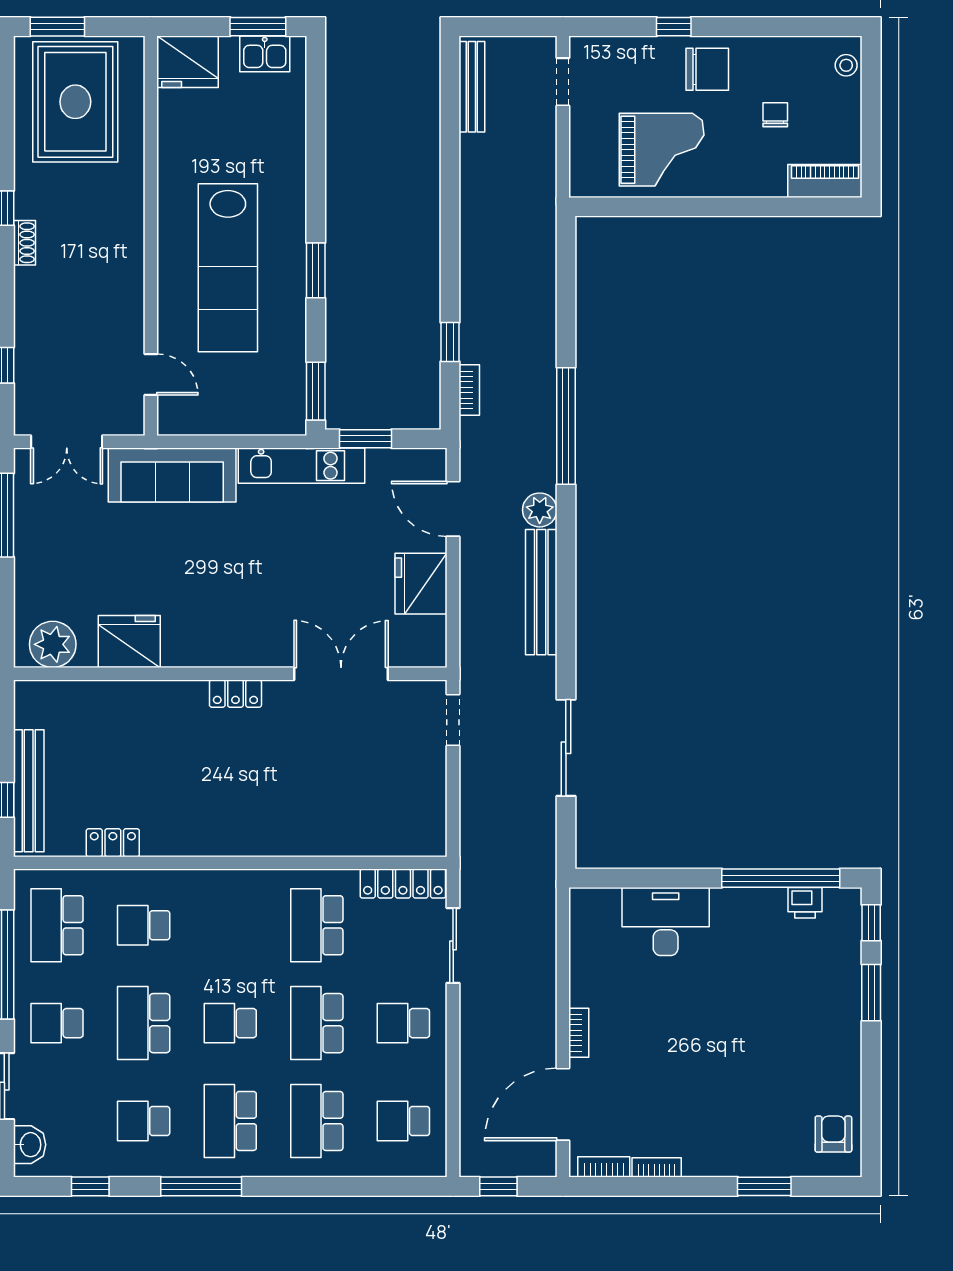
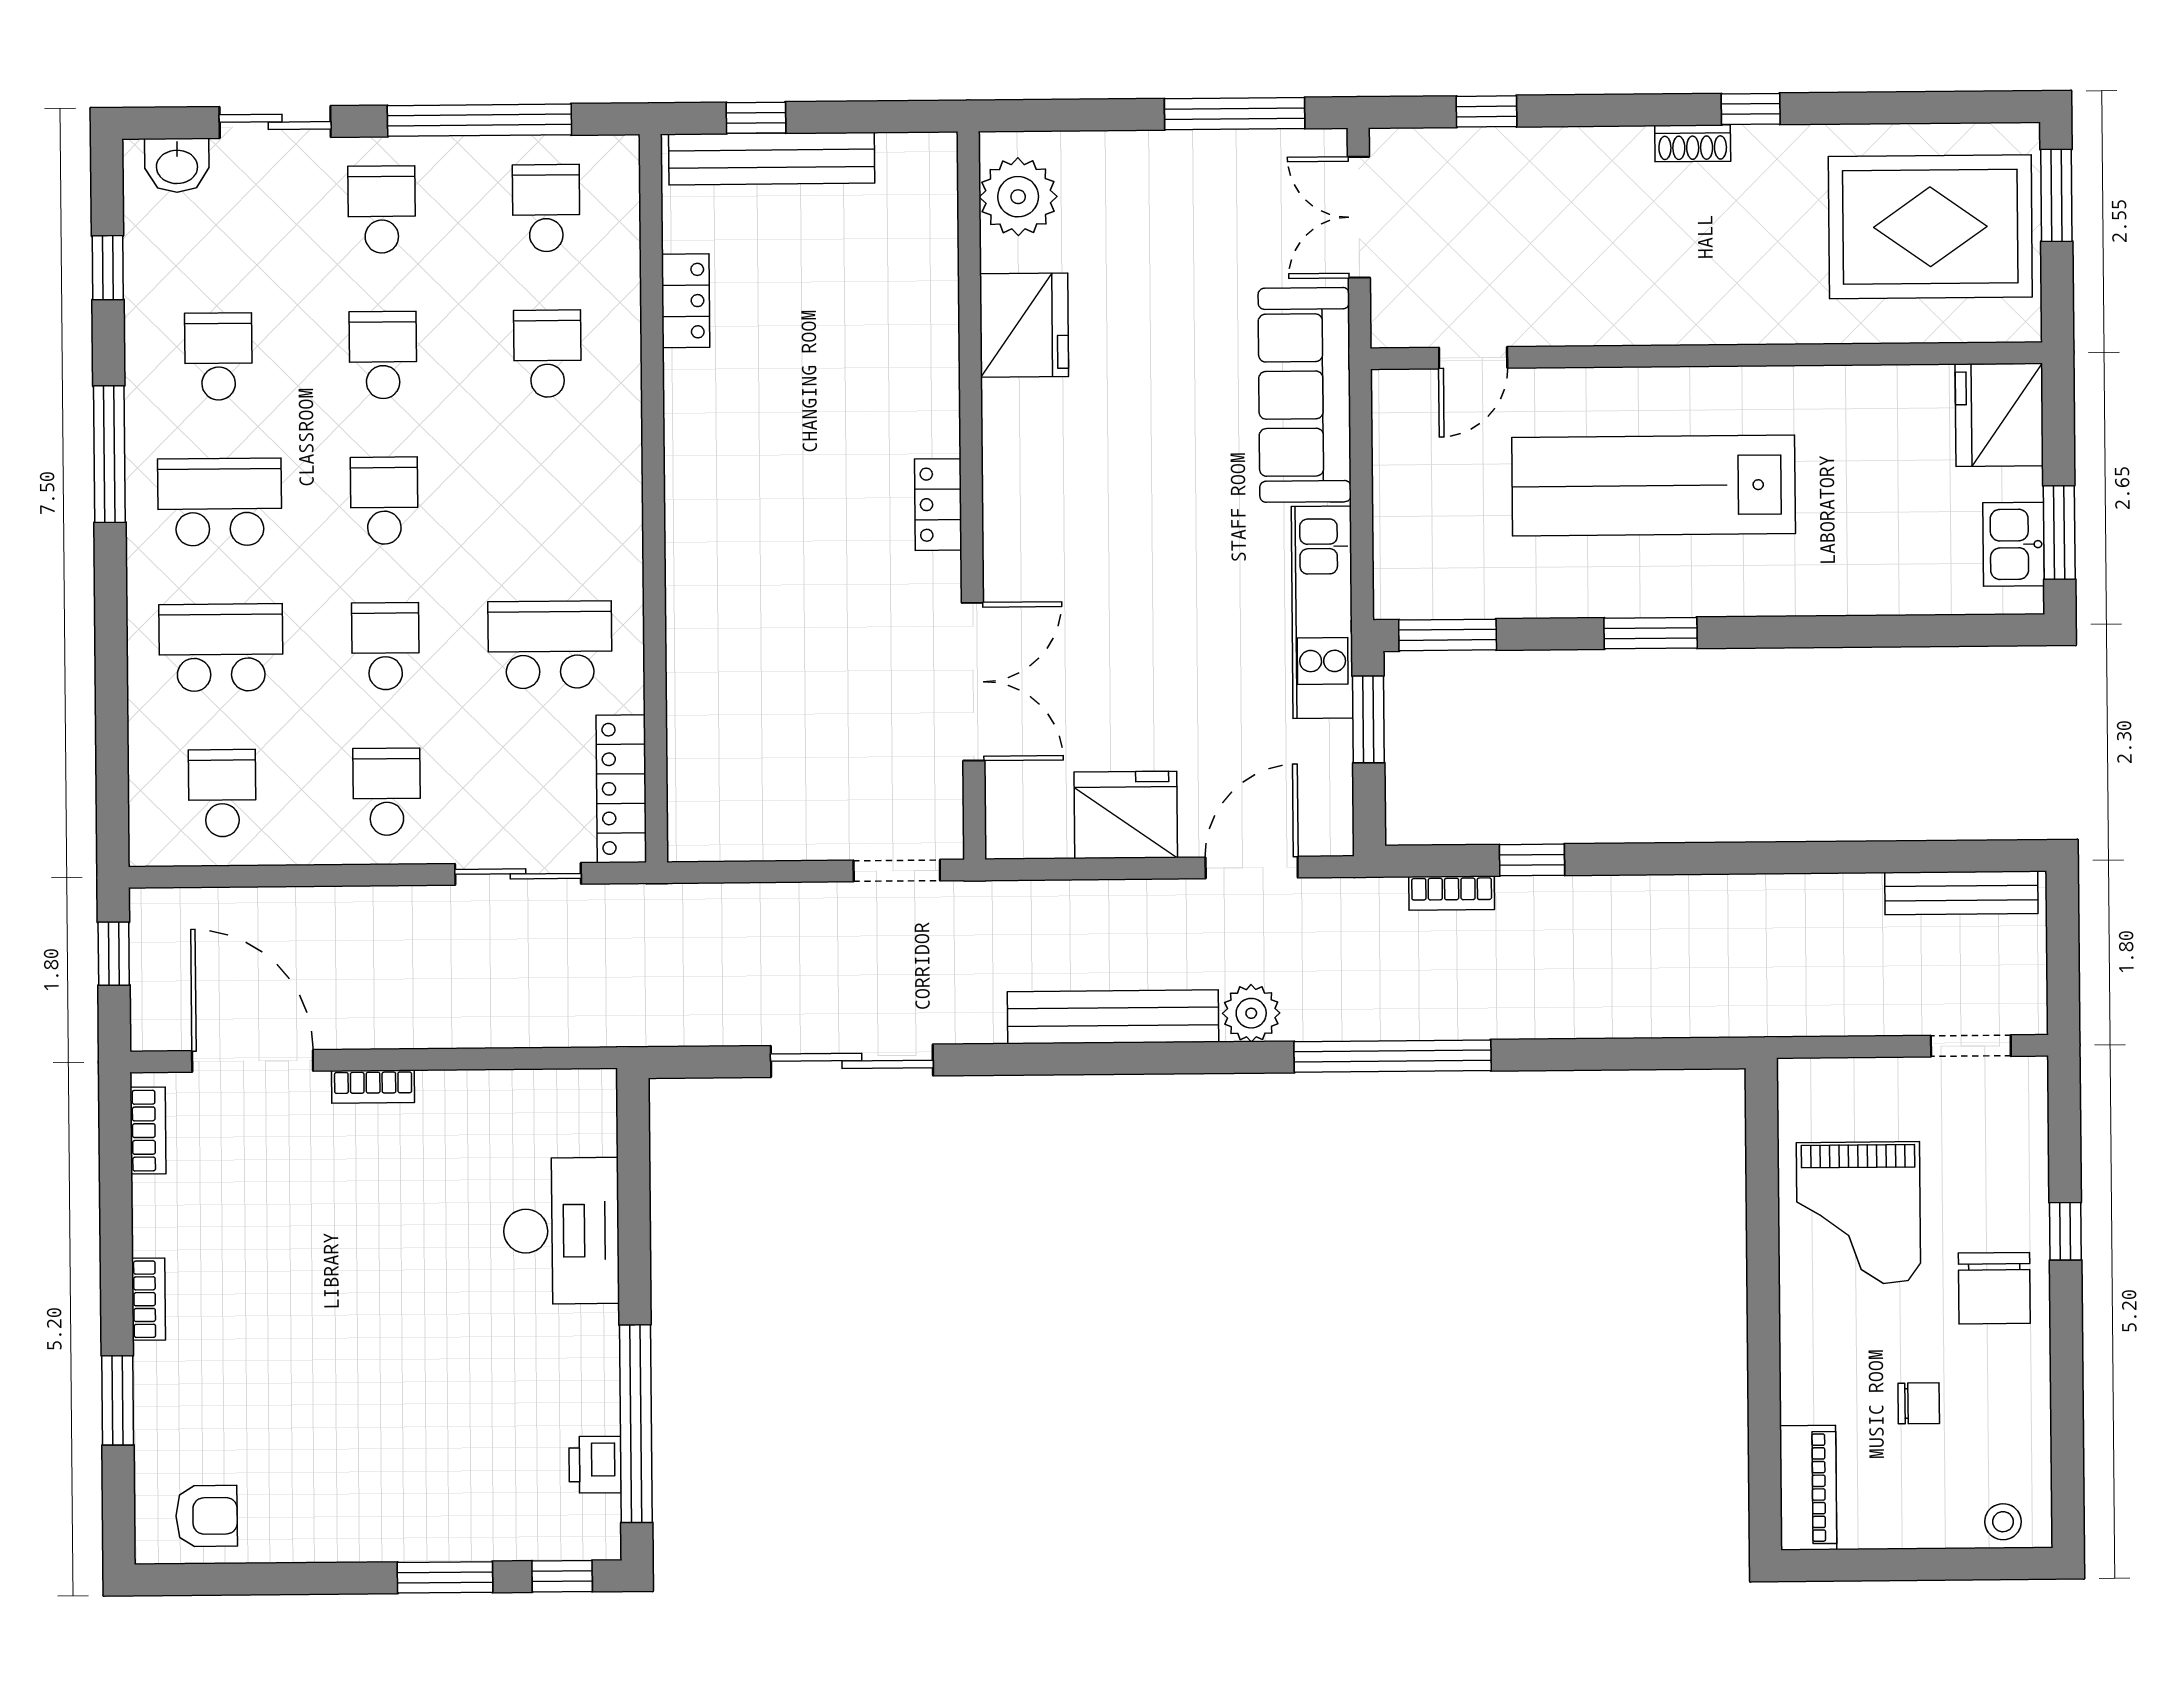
school desk: (57, 925) -> (546, 208), width x0.54
school desk: (144, 1023) -> (383, 355), width x0.54
school desk: (317, 1023) -> (385, 646), width x0.54
bookcase: (657, 1167) -> (149, 1299), moved

